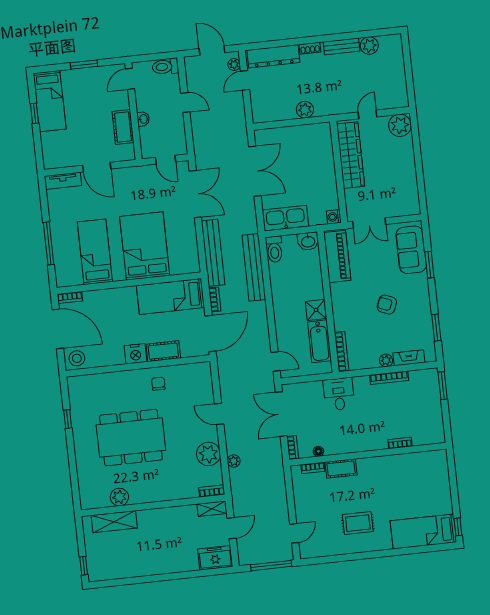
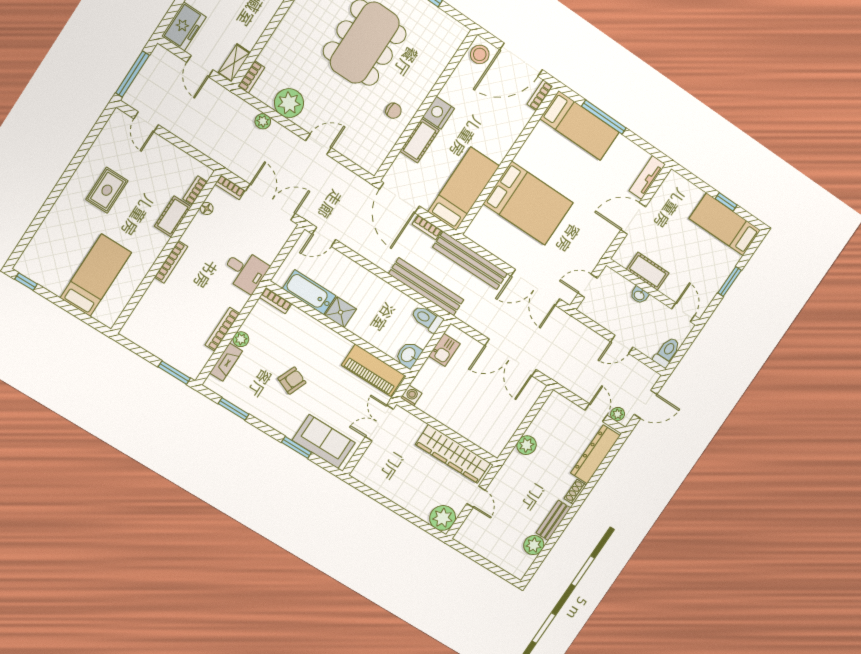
kitchen sink: (285, 218) -> (444, 350), width x0.53, depth x0.81
bed: (95, 252) -> (580, 126), moved
bookcase: (342, 352) -> (276, 300), width x0.64
bookcase: (400, 443) -> (171, 262), moved, width x1.56
bed: (423, 532) -> (96, 275), moved

